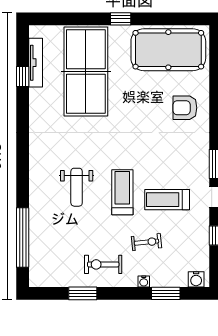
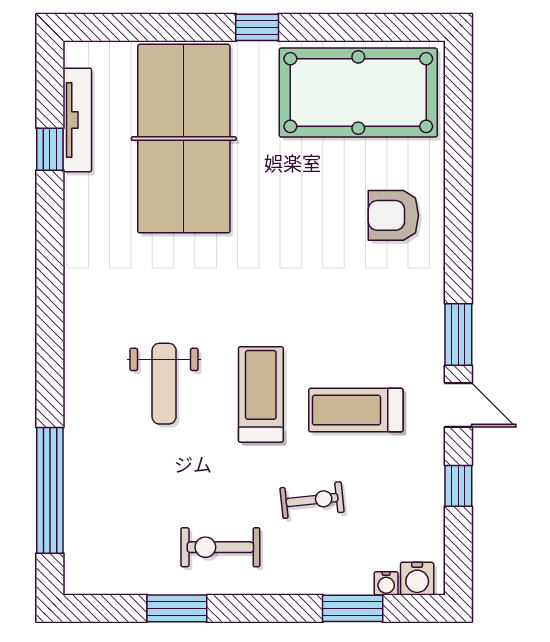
water cooler: (144, 281) -> (386, 583), moved

